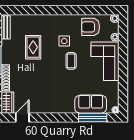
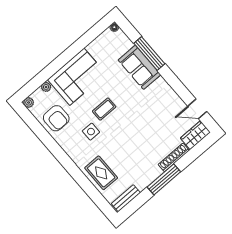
rug: (33, 47) -> (101, 173), moved, turned 90
sofa: (91, 104) -> (139, 67), moved
window: (93, 117) -> (149, 53), moved

